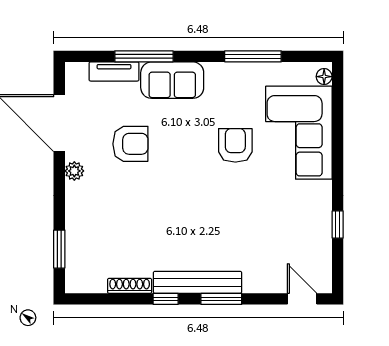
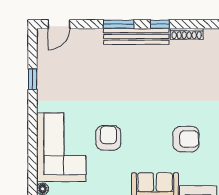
armchair: (130, 144) -> (186, 139), turned 180
armchair: (235, 145) -> (108, 138), turned 180
door: (302, 299) -> (59, 24), hinge flipped

